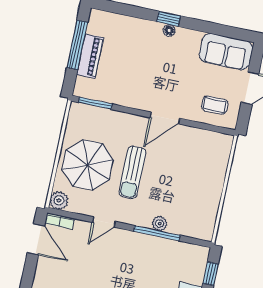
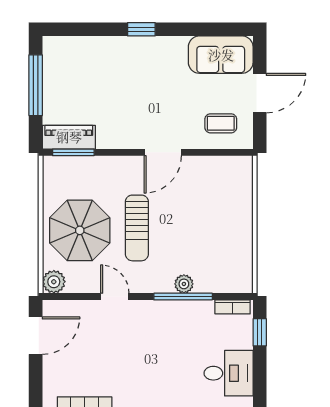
floor lamp: (169, 30) -> (145, 43), removed
piano: (90, 56) -> (69, 137), moved, turned -90
bookcase: (60, 221) -> (233, 307), moved
door: (104, 222) -> (115, 297), swing flipped
door: (36, 239) -> (36, 336), hinge flipped

